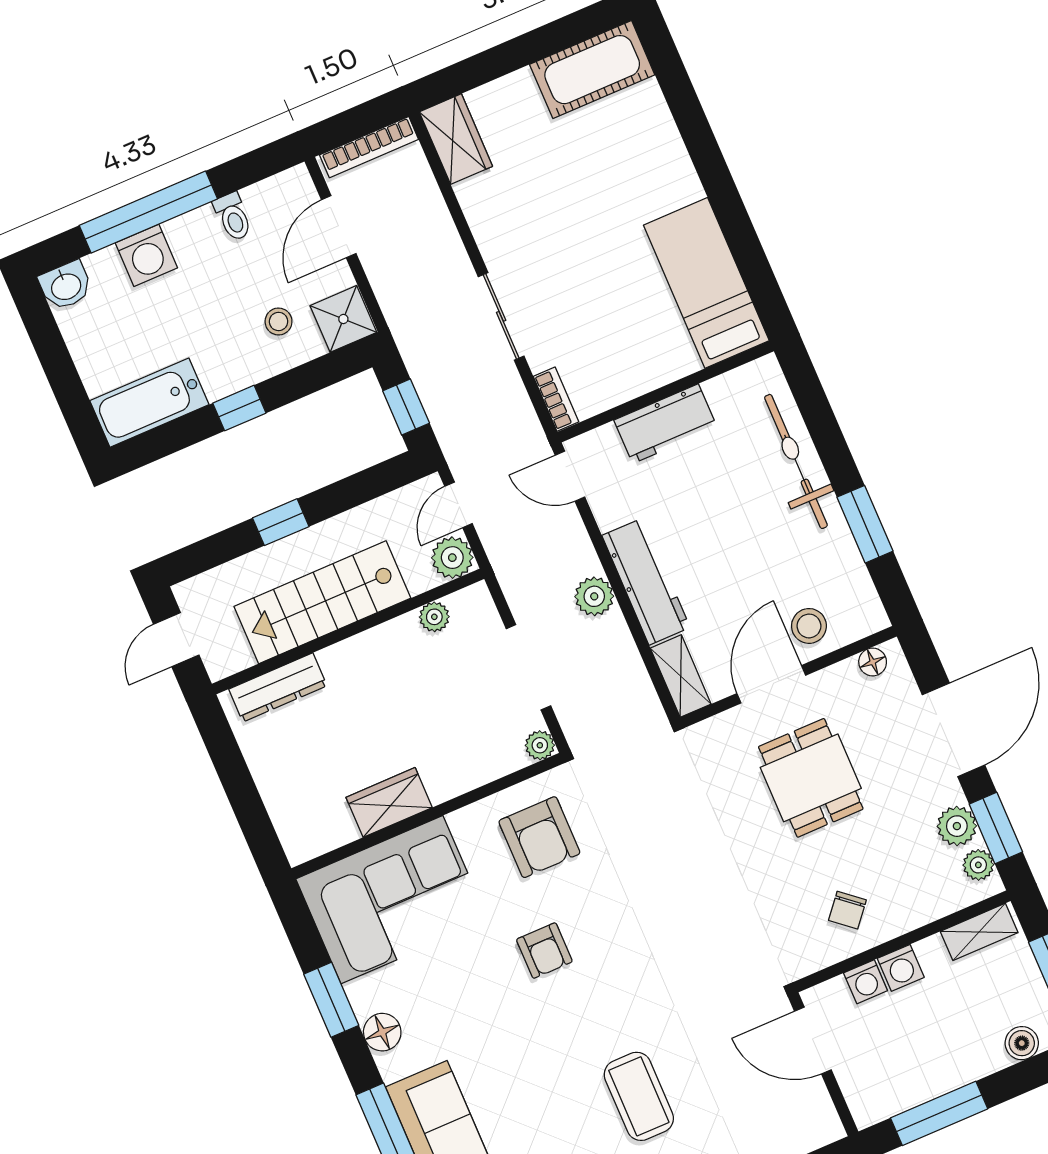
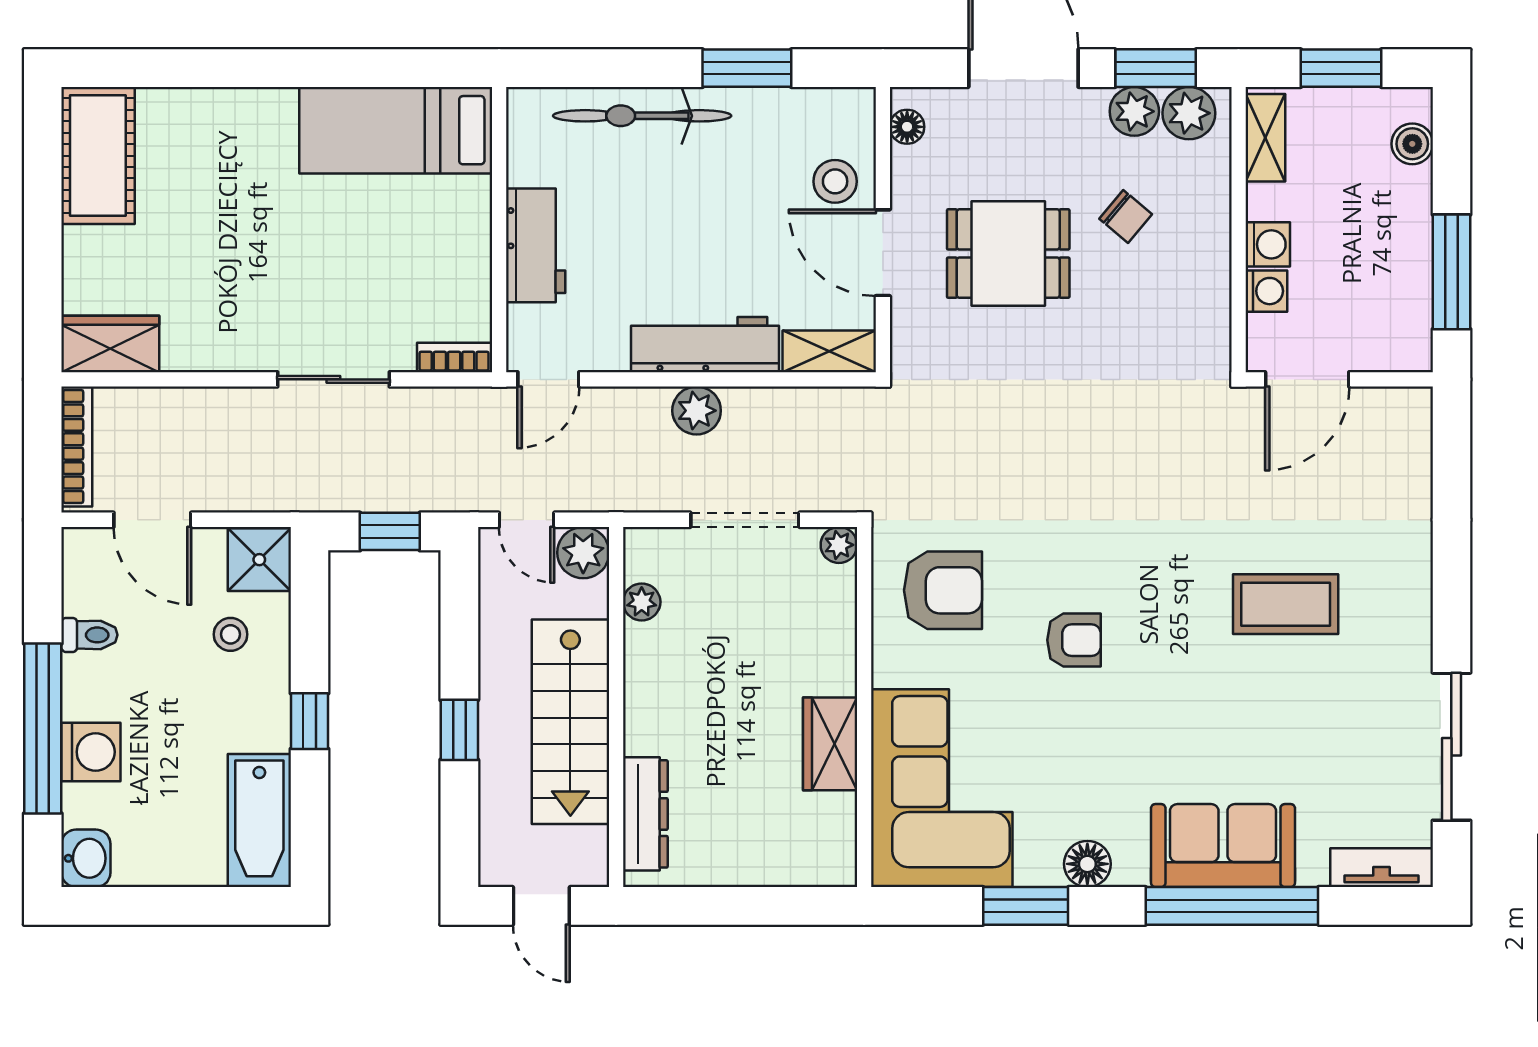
plant: (978, 865) -> (1189, 113), width x1.38, depth x1.38
chair: (847, 910) -> (1126, 216), moved

